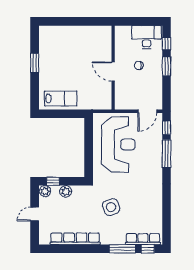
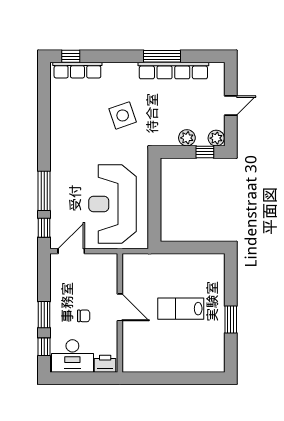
printer: (123, 32) -> (105, 364), added
lab bench: (61, 98) -> (181, 309), moved
window: (122, 249) -> (162, 56), moved

